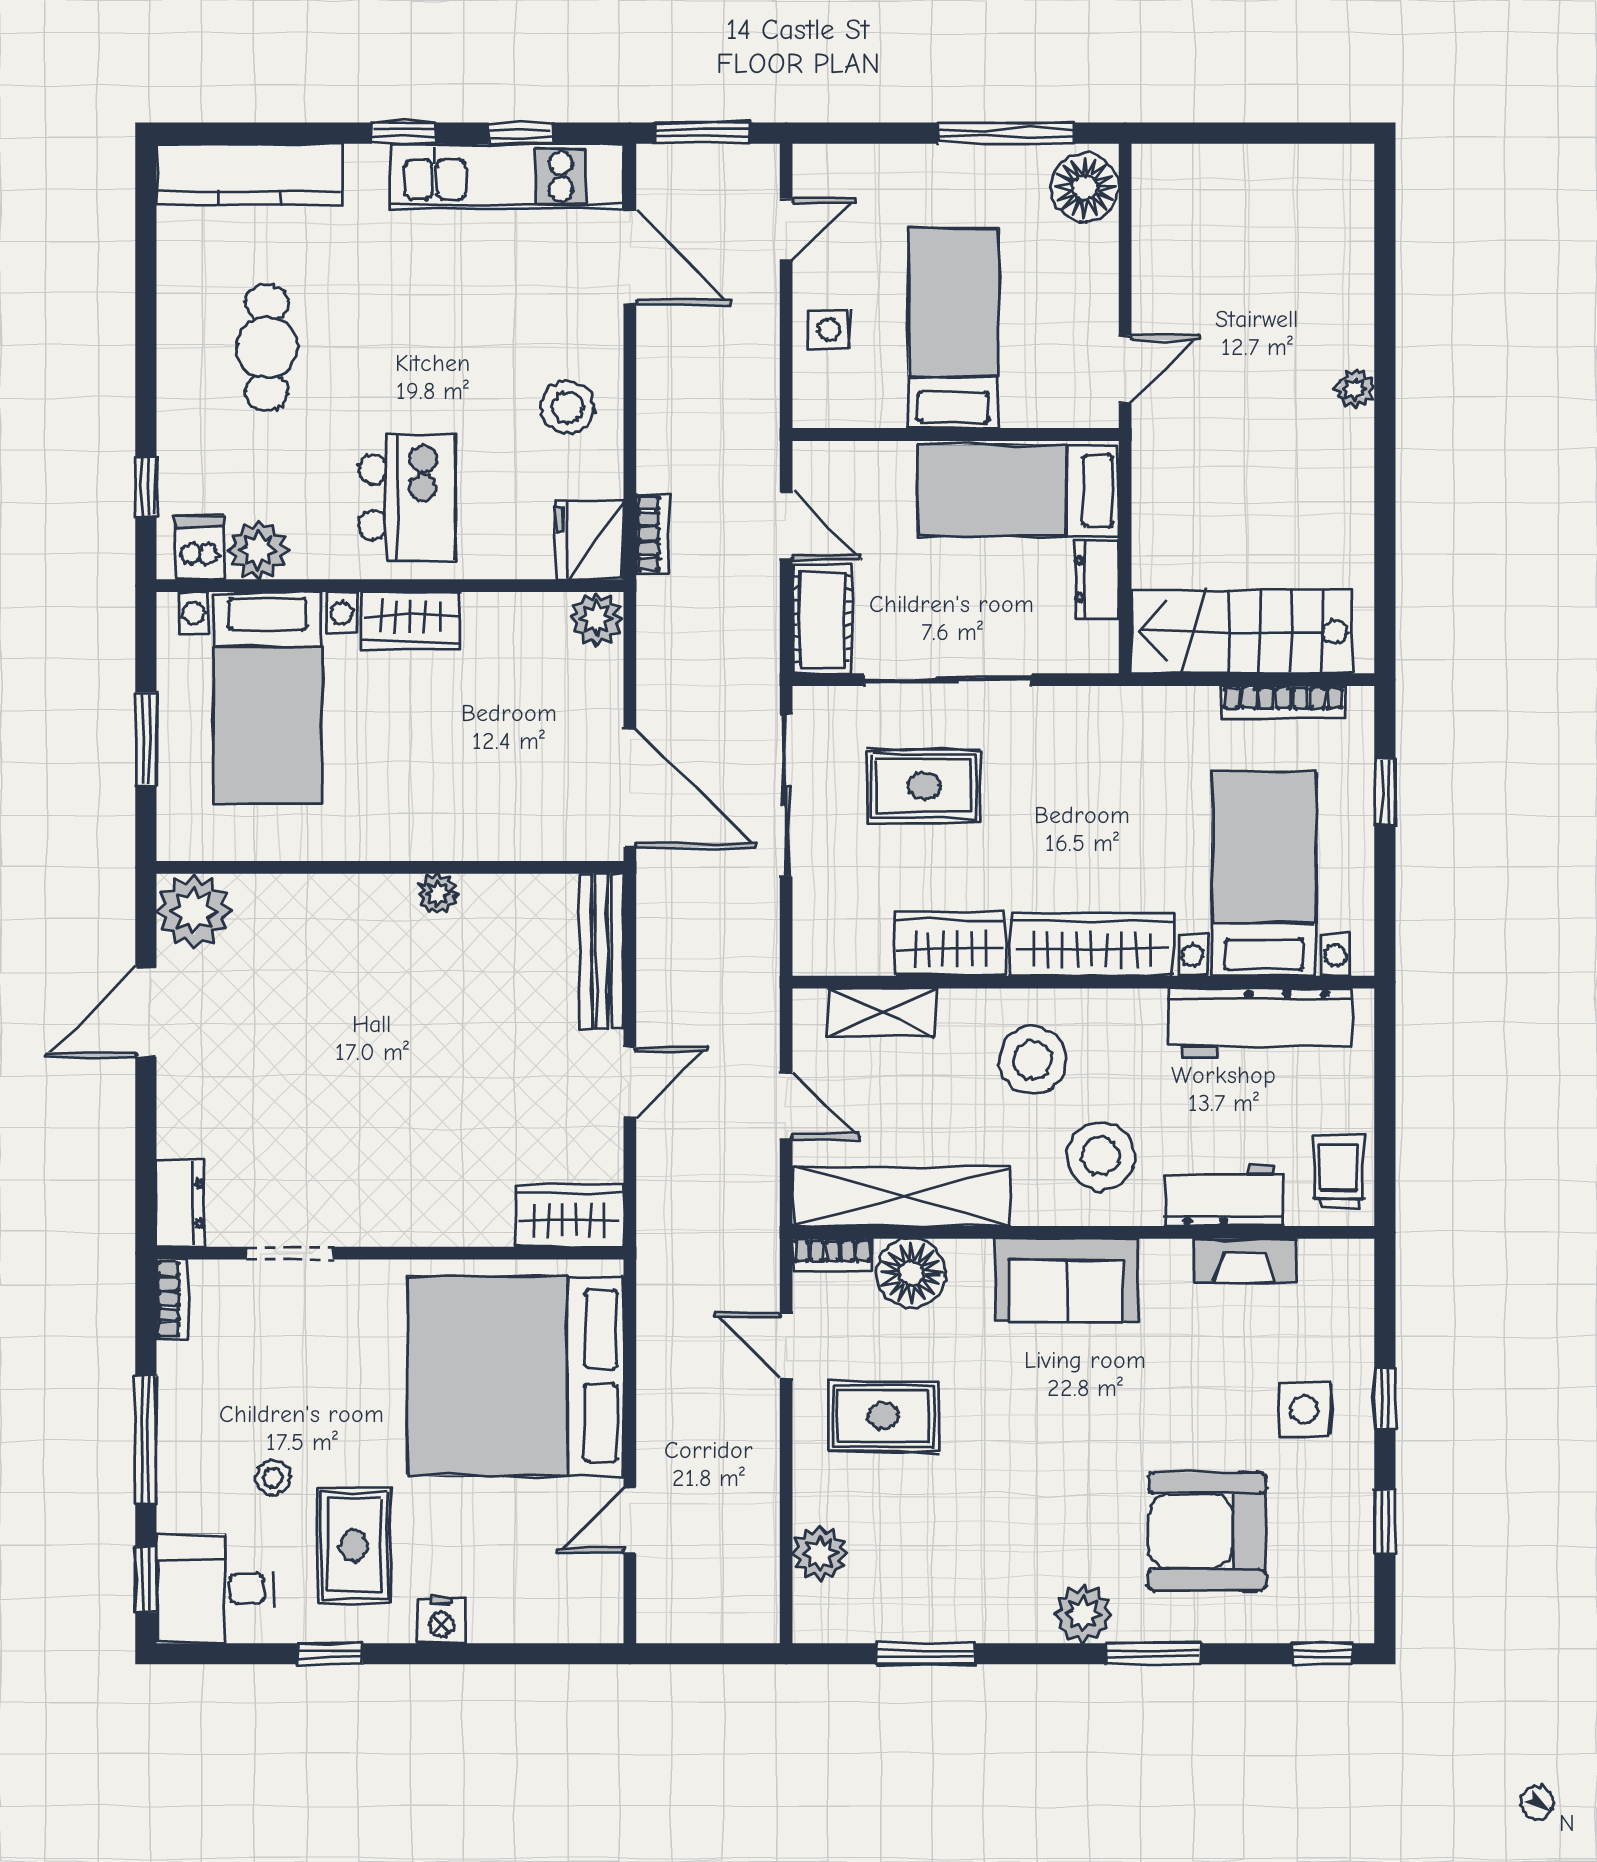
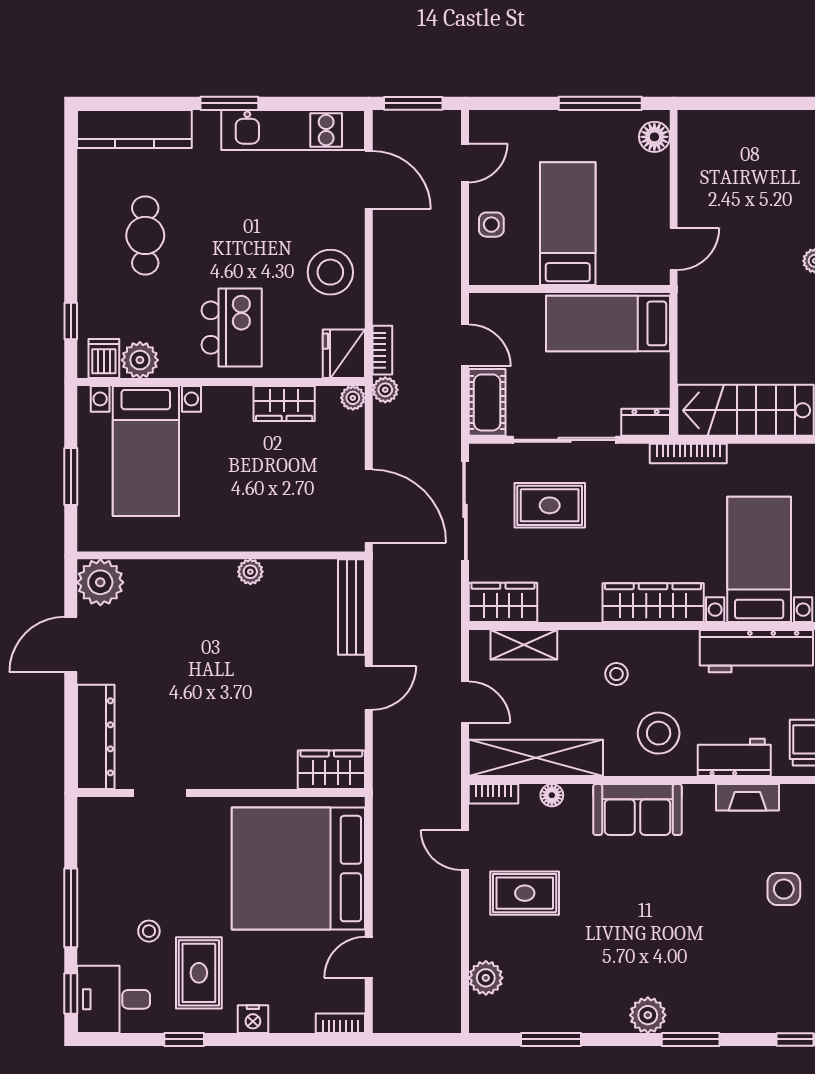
window: (403, 133) -> (229, 103), width x1.50
window: (521, 133) -> (302, 103), removed
floor lamp: (1085, 187) -> (654, 137), width x0.73, depth x0.73
stool: (567, 407) -> (330, 272), width x1.38, depth x1.38
dresser: (1097, 579) -> (646, 422), moved, turned 90
plant: (657, 598) -> (385, 390), added
plant: (597, 619) -> (353, 398), width x0.73, depth x0.73
wardrobe: (411, 621) -> (284, 404), moved
bookcase: (1283, 702) -> (688, 454), moved
wardrobe: (950, 944) -> (503, 602), moved
stool: (1032, 1060) -> (616, 674), width x0.53, depth x0.53
dresser: (181, 1204) -> (96, 737), width x1.96, depth x1.24
floor lamp: (911, 1273) -> (552, 795), width x0.53, depth x0.53
bookcase: (172, 1299) -> (340, 1023), moved, turned -90
armchair: (1207, 1531) -> (724, 964), removed

